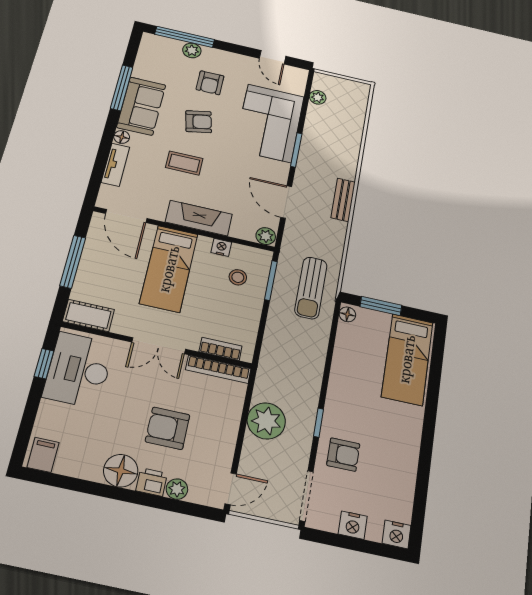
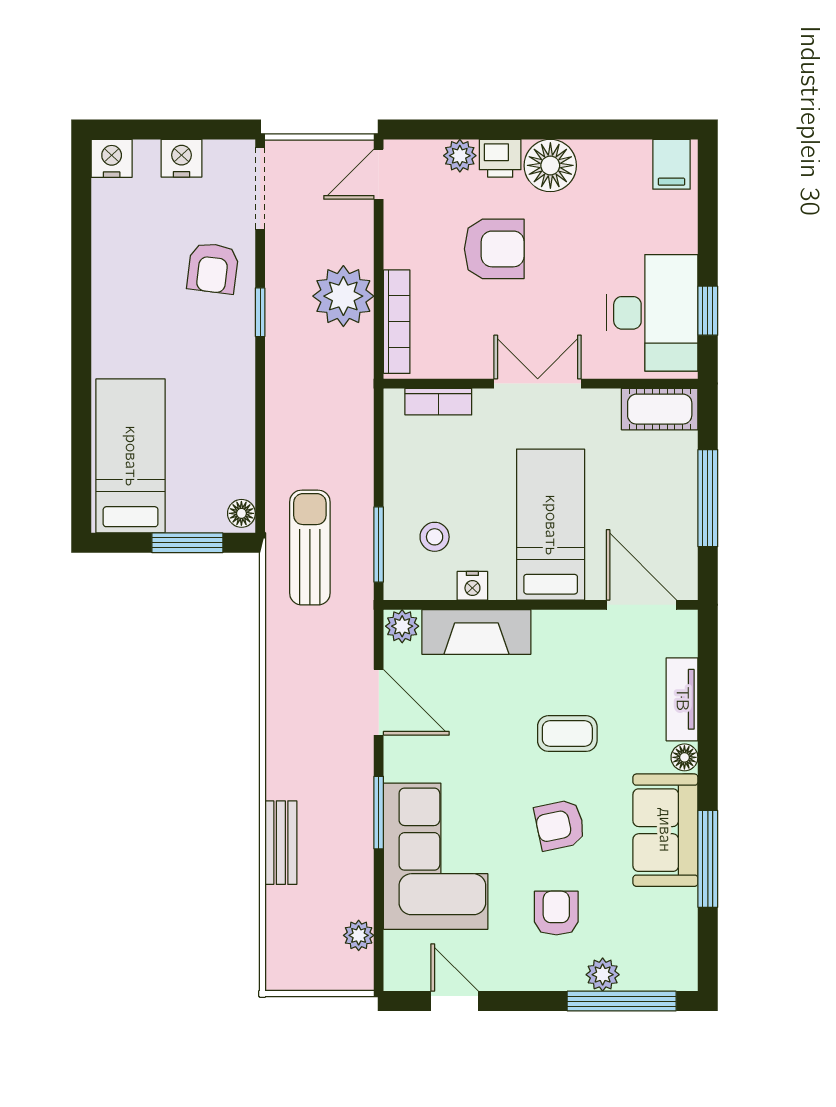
bench: (343, 200) -> (281, 843), moved
fireplace: (199, 218) -> (476, 632), moved
bookcase: (218, 369) -> (397, 322), moved, turned 90
armchair: (343, 455) -> (213, 268), turned -83

